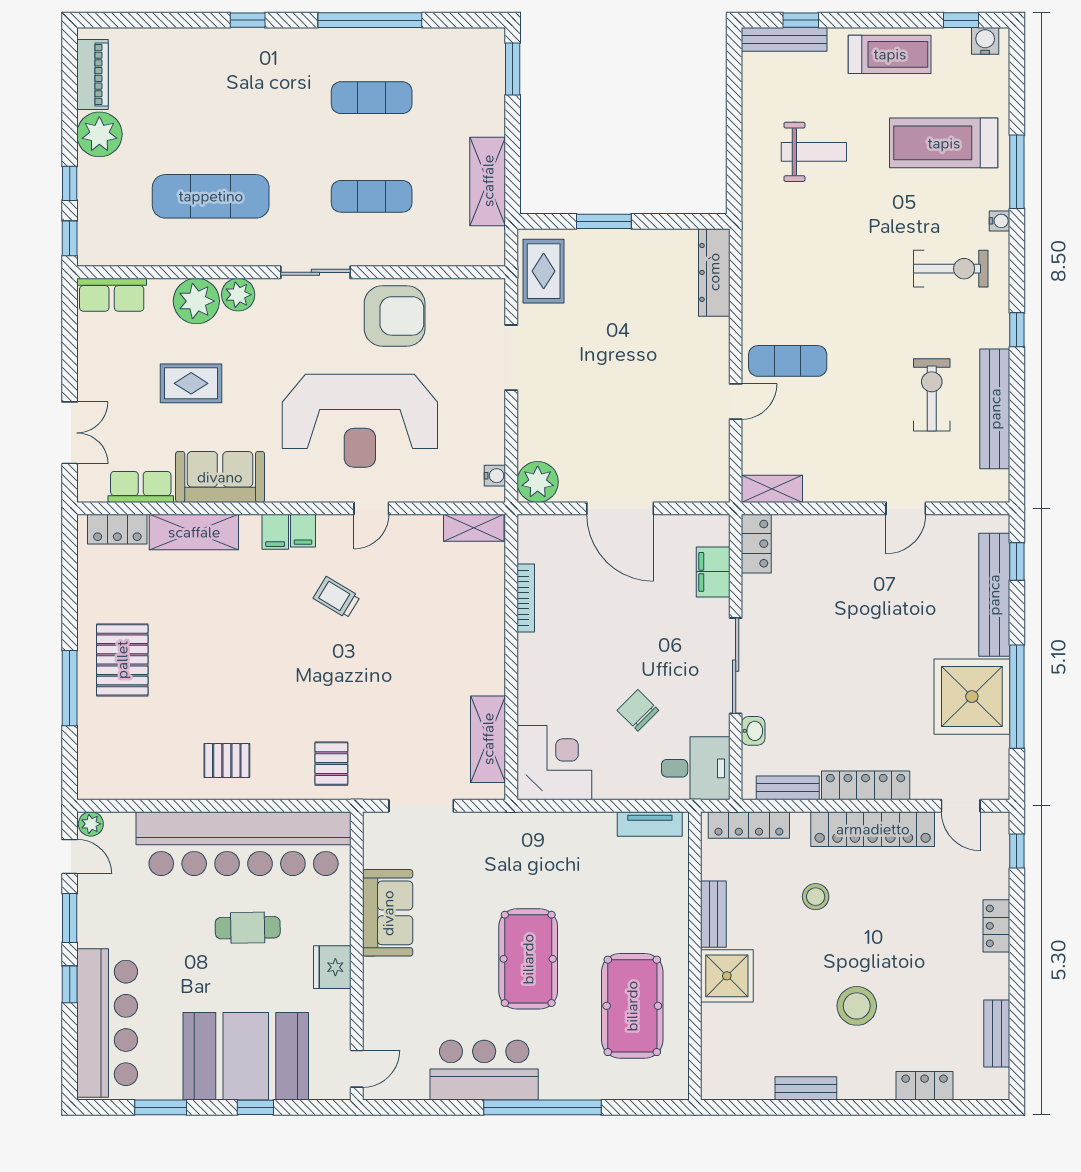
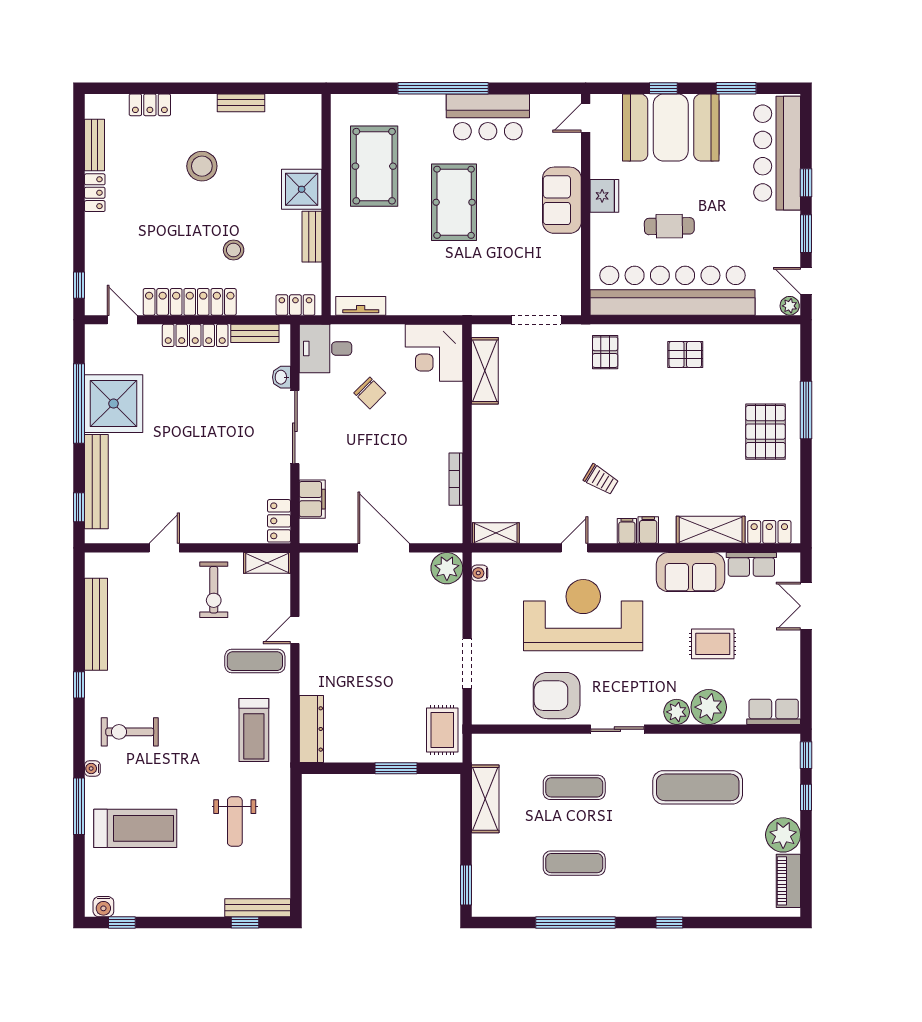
treadmill: (890, 54) -> (254, 730), moved, turned -90
weight bench: (814, 152) -> (235, 821), turned -90
exercise bike: (932, 395) -> (214, 590), moved
locker: (749, 825) -> (295, 305), width x0.66
sofa: (388, 913) -> (562, 200), moved
locker: (996, 926) -> (95, 193), moved

